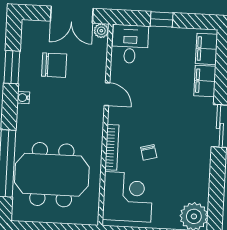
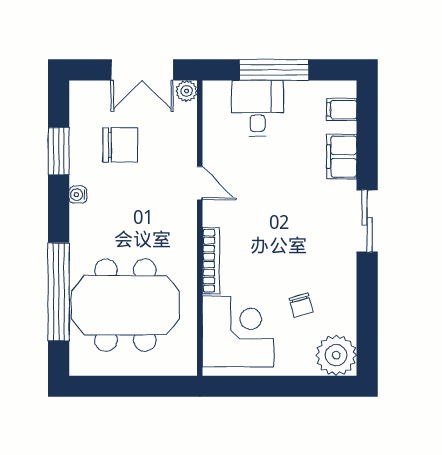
window: (162, 19) -> (274, 70), width x2.17
desk: (130, 44) -> (258, 108), moved
filing cabinet: (206, 49) -> (342, 110), width x0.50
chair: (149, 152) -> (301, 305), moved

